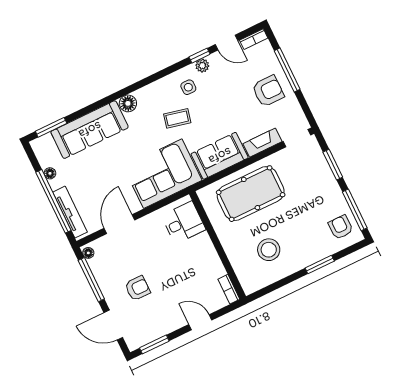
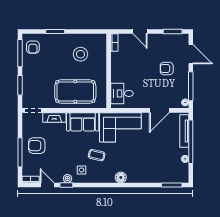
sofa: (90, 130) -> (150, 173), removed

